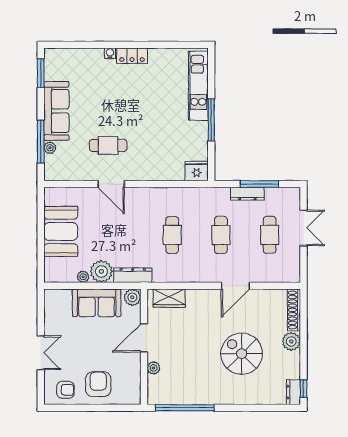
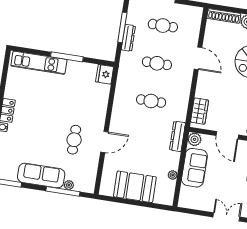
plant: (101, 271) -> (171, 160), removed

